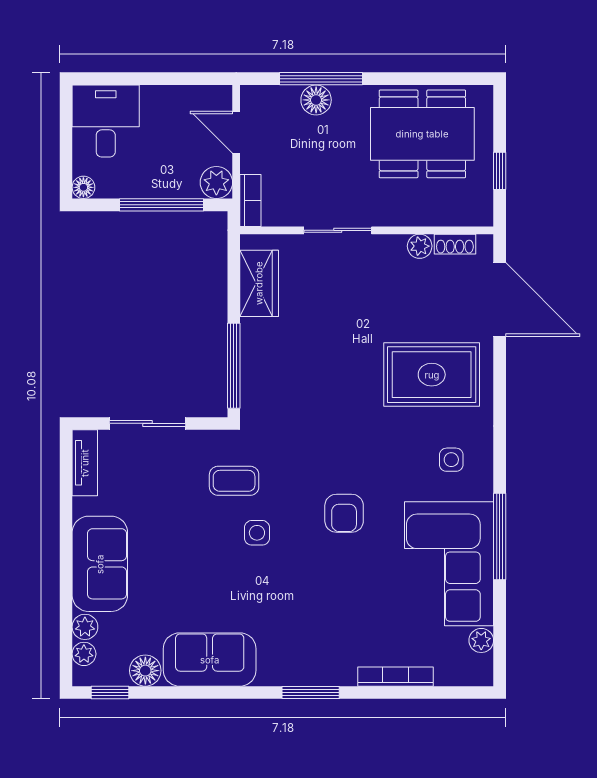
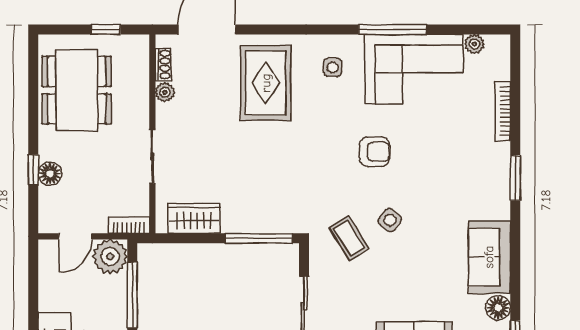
window: (321, 79) -> (33, 170), width x0.46
plant: (216, 182) -> (110, 257), width x1.36, depth x1.36
coffee table: (234, 481) -> (349, 238), turned -32
side table: (257, 533) -> (390, 220), turned 38

